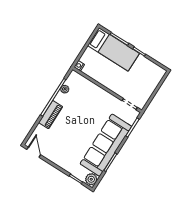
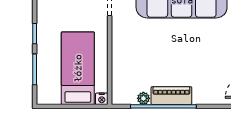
bed: (114, 49) -> (78, 68), moved
piano: (51, 115) -> (171, 96), moved

